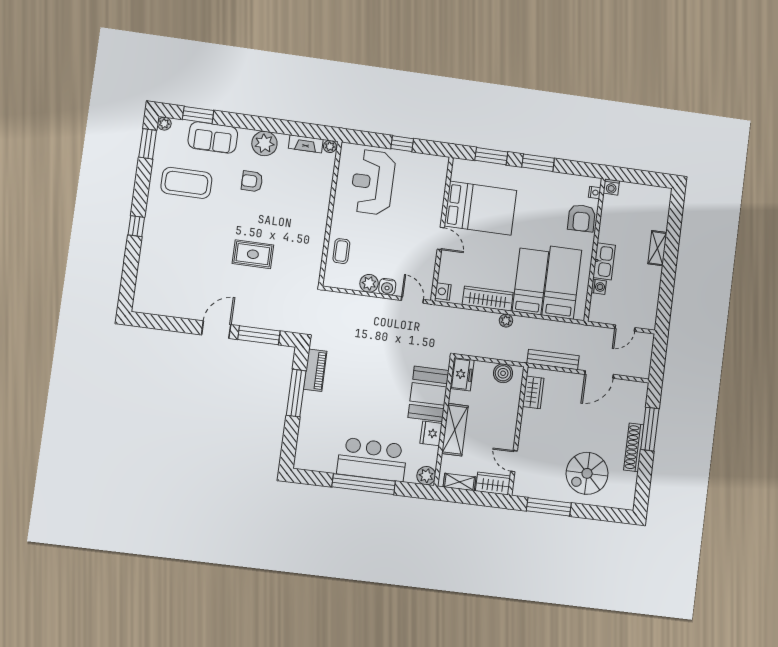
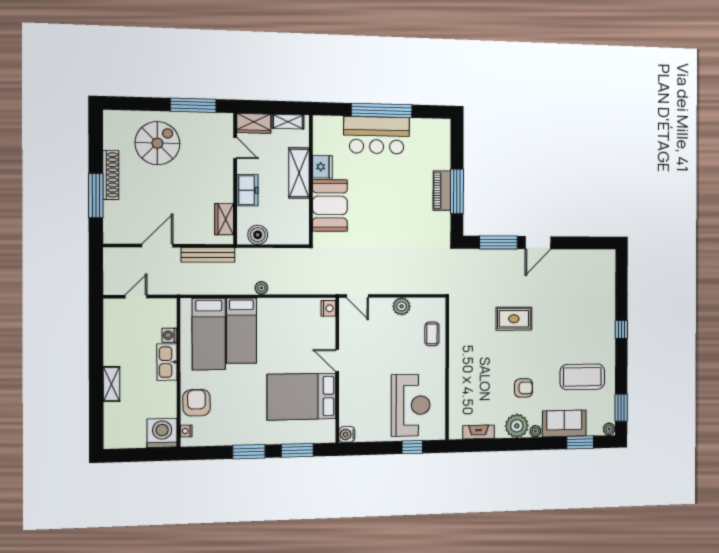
window: (402, 144) -> (412, 447), moved
plant: (330, 146) -> (535, 431), moved
washing machine: (611, 187) -> (162, 433), width x1.89, depth x1.89
water cooler: (387, 287) -> (347, 434), moved, turned -90
wardrobe: (488, 299) -> (283, 307), removed
piano: (315, 370) -> (442, 191), moved
freezer: (462, 374) -> (247, 190), moved, turned 180
plant: (426, 476) -> (322, 125), removed

